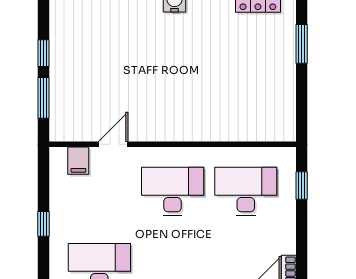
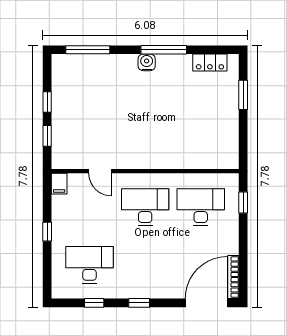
window: (43, 98) -> (47, 136), width x0.67
door: (113, 144) -> (100, 171), swing flipped
filing cabinet: (78, 161) -> (59, 184), moved

